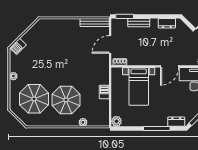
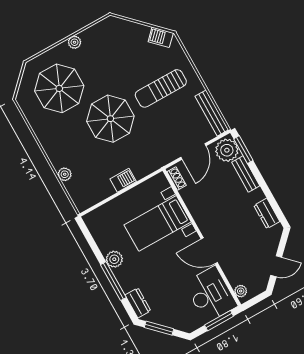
plant: (120, 26) -> (227, 150), added
sun lounger: (65, 43) -> (161, 88), added
door: (110, 44) -> (193, 152), swing flipped
barbecue: (18, 46) -> (161, 37), moved
parasol: (66, 100) -> (110, 119), moved
plant: (116, 121) -> (114, 259), moved

